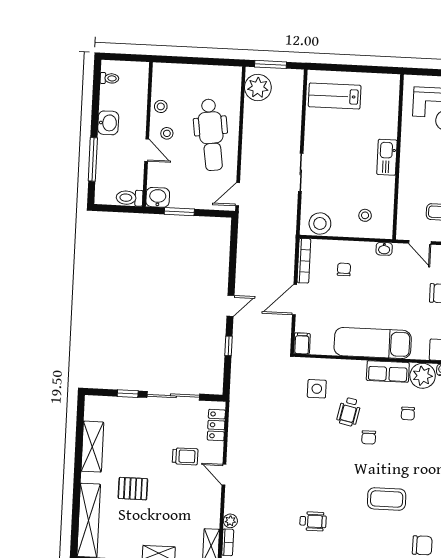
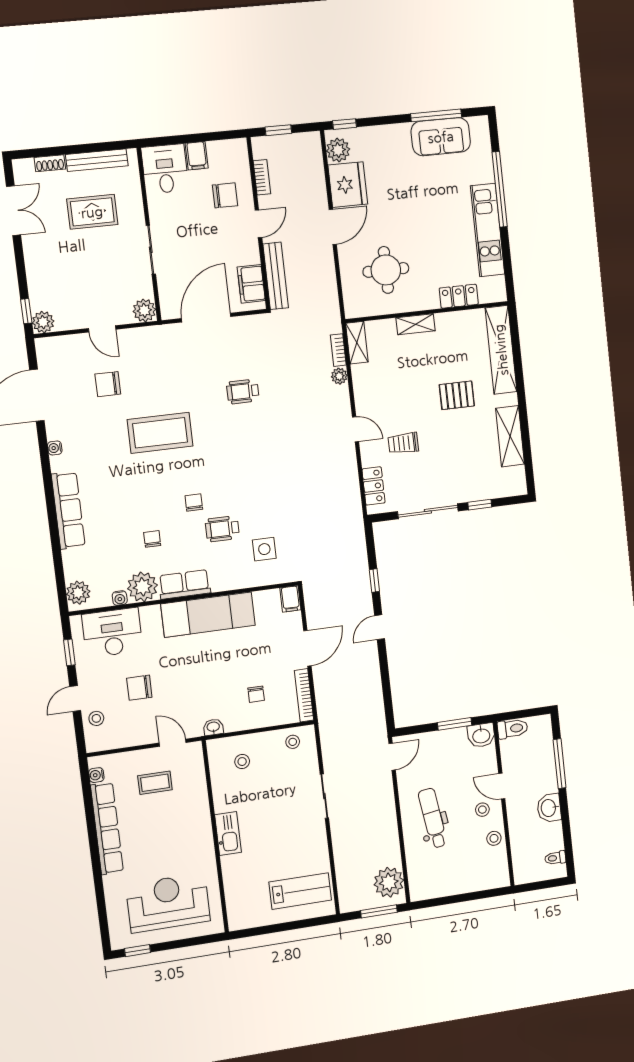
dental chair: (211, 135) -> (433, 818), width x0.73, depth x0.72
stool: (320, 223) -> (293, 742), width x0.53, depth x0.53
wheelchair: (349, 412) -> (222, 529), turned -102
coffee table: (387, 499) -> (160, 433), width x1.36, depth x1.32

